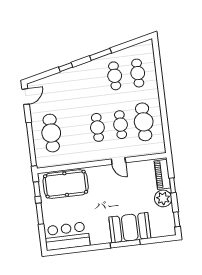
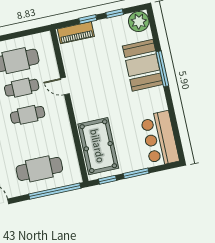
door: (118, 161) -> (65, 86), swing flipped
plant: (163, 198) -> (139, 21), moved
window: (177, 219) -> (115, 13), moved

